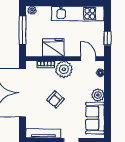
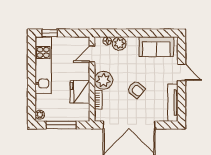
window: (108, 38) -> (50, 33), moved
plant: (98, 95) -> (119, 44), moved

